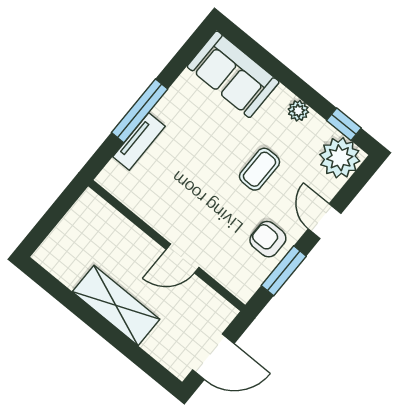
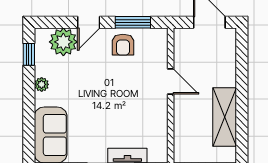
plant: (340, 158) -> (63, 42), moved
coffee table: (260, 169) -> (90, 80), removed
shelving: (116, 306) -> (225, 117), moved

